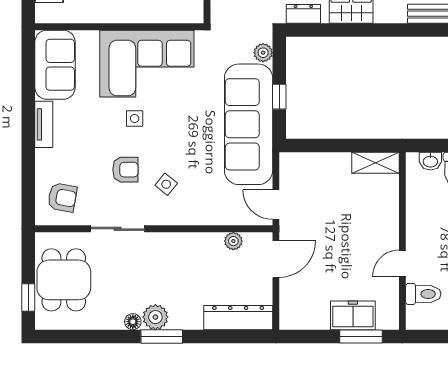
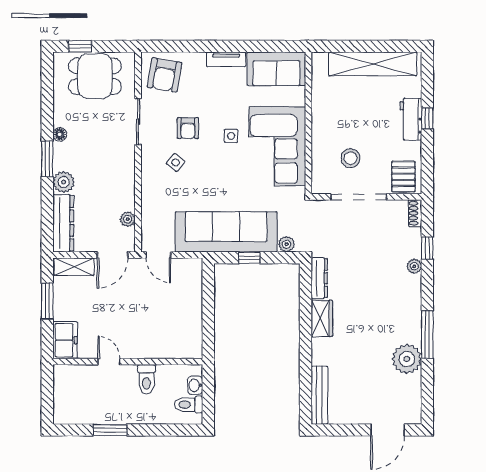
dresser: (303, 14) -> (319, 278), width x1.44
shelving: (375, 163) -> (74, 267), moved, turned 90
armchair: (62, 197) -> (164, 75), width x1.38, depth x1.38
door: (276, 205) -> (158, 255), swing flipped
door: (276, 259) -> (113, 255), hinge flipped
toilet: (423, 294) -> (146, 379), moved
freezer: (353, 315) -> (65, 340), moved
plant: (155, 317) -> (64, 182), moved
window: (361, 336) -> (47, 301), moved

